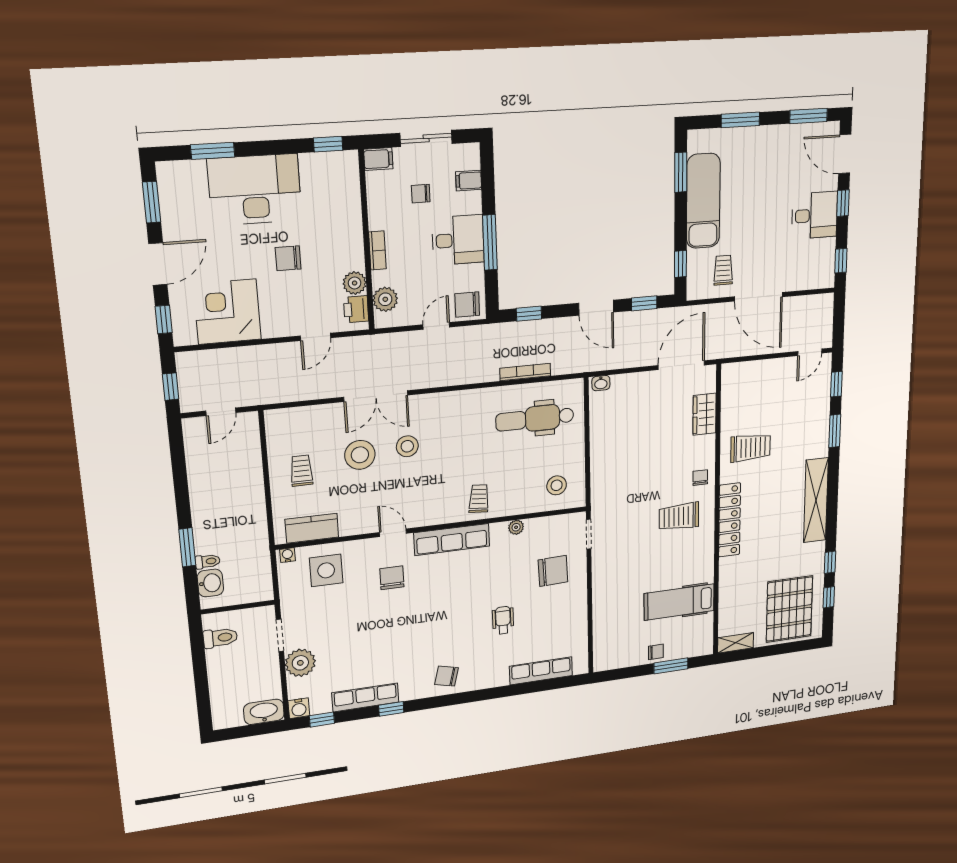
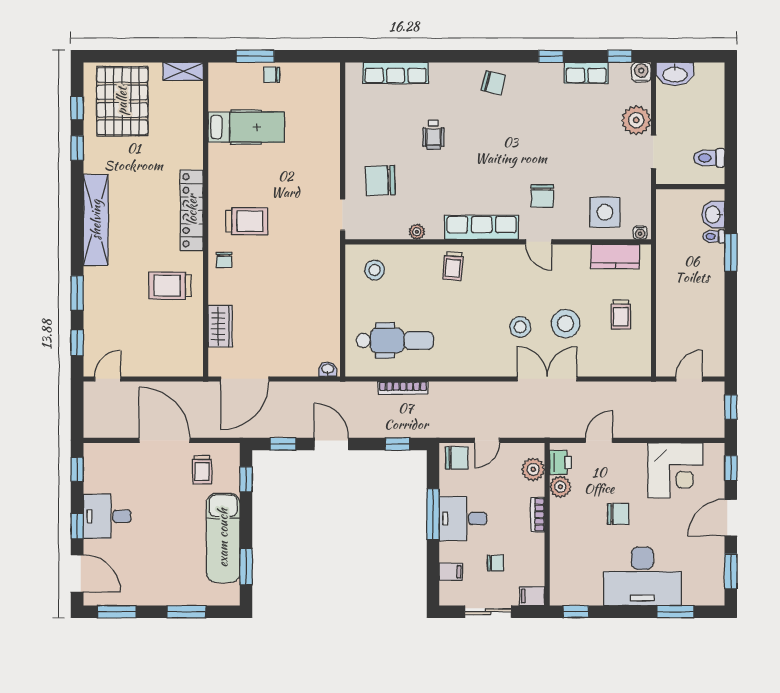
row of seats: (365, 697) -> (586, 73), width x0.68

